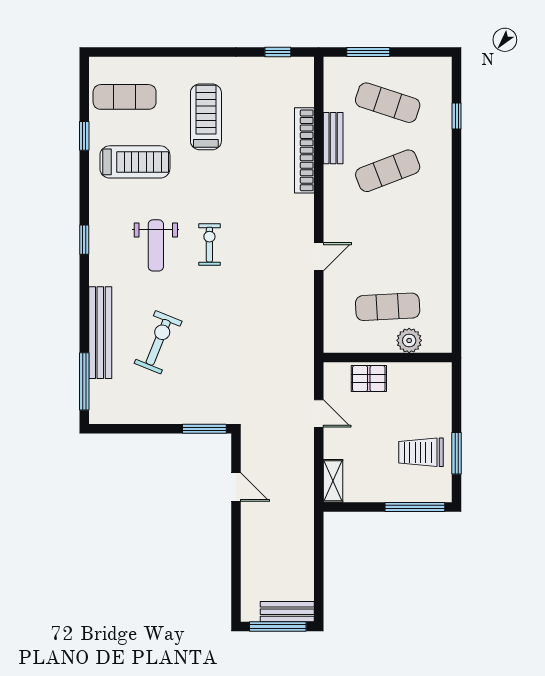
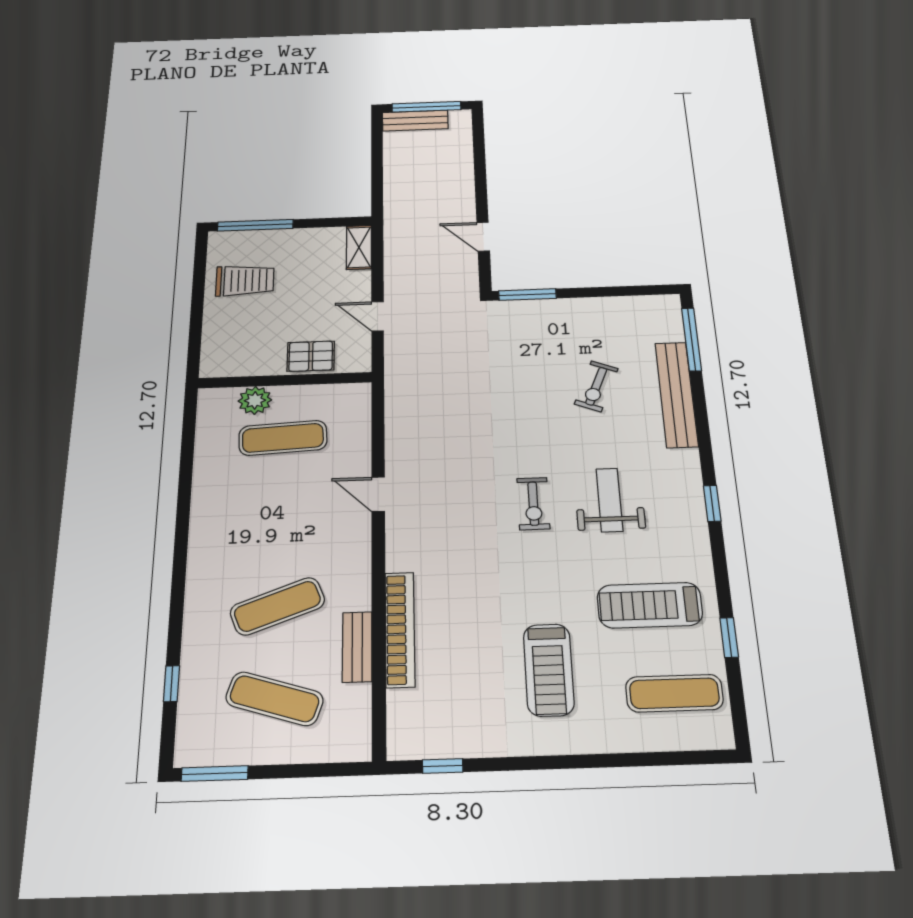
window: (368, 52) -> (215, 774), moved
door: (319, 257) -> (378, 494), hinge flipped
exercise bike: (158, 342) -> (596, 386), width x0.73, depth x0.72
window: (457, 453) -> (199, 281), removed

